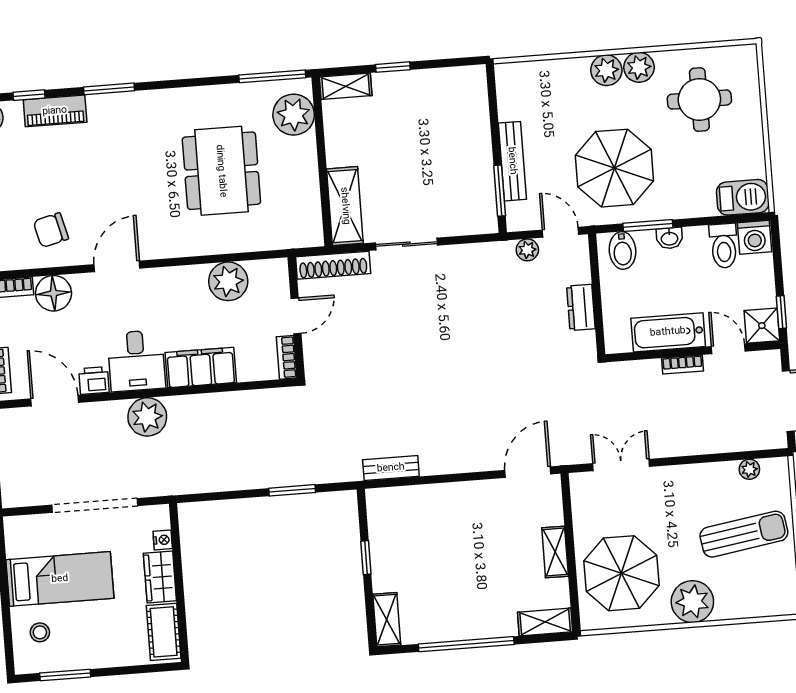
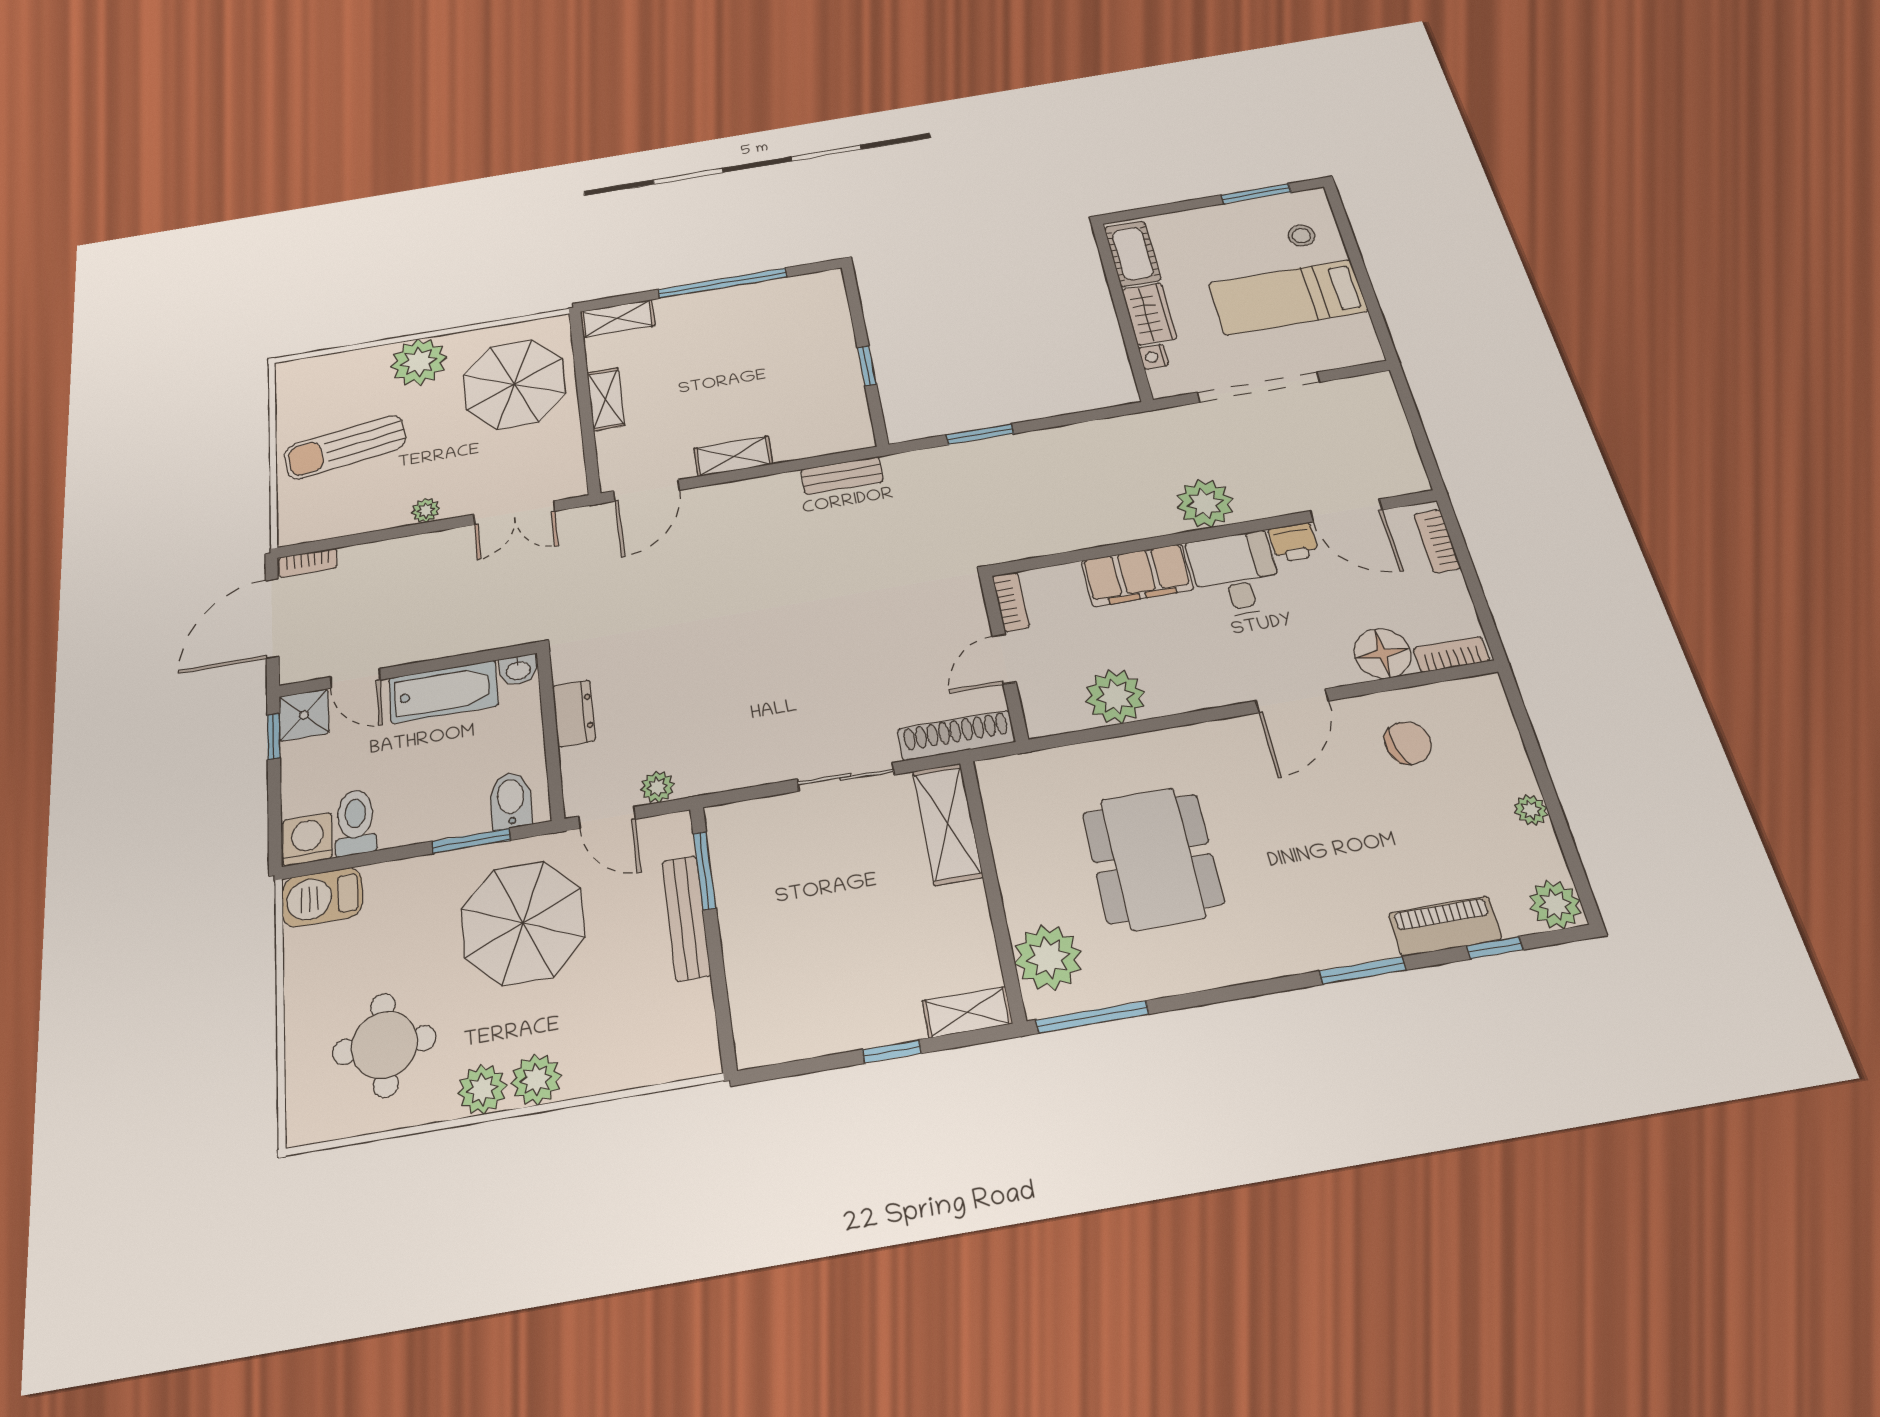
washbasin: (669, 238) -> (518, 670), moved, turned 180
bookcase: (682, 365) -> (308, 563), moved, turned 180
plant: (749, 469) -> (426, 510), moved
shelving: (387, 620) -> (733, 456), moved, turned 90

